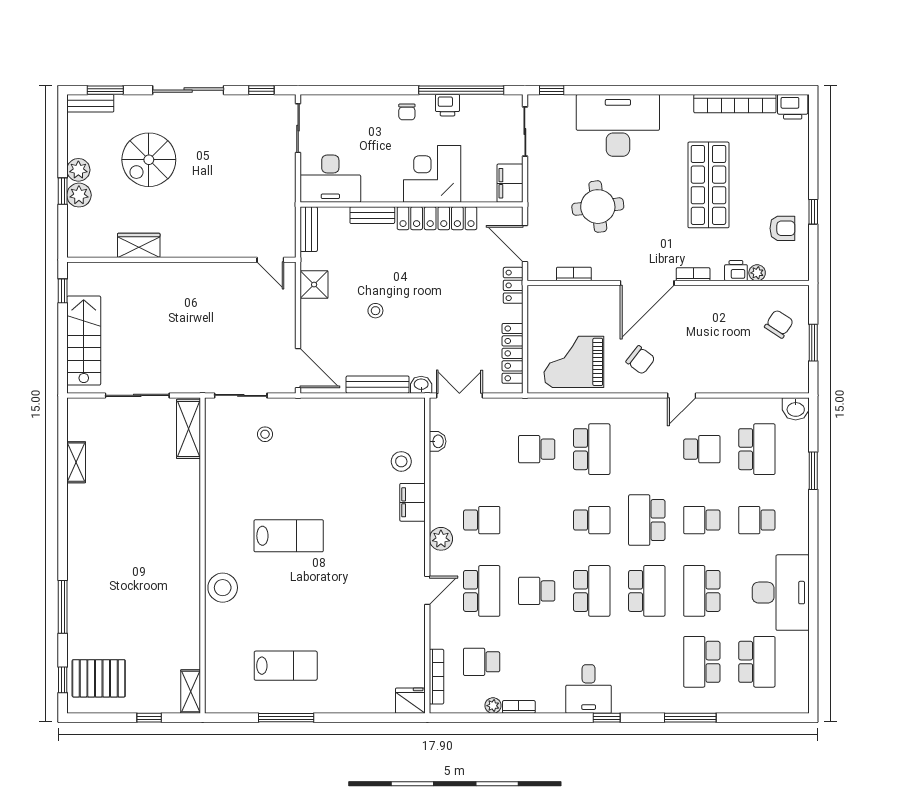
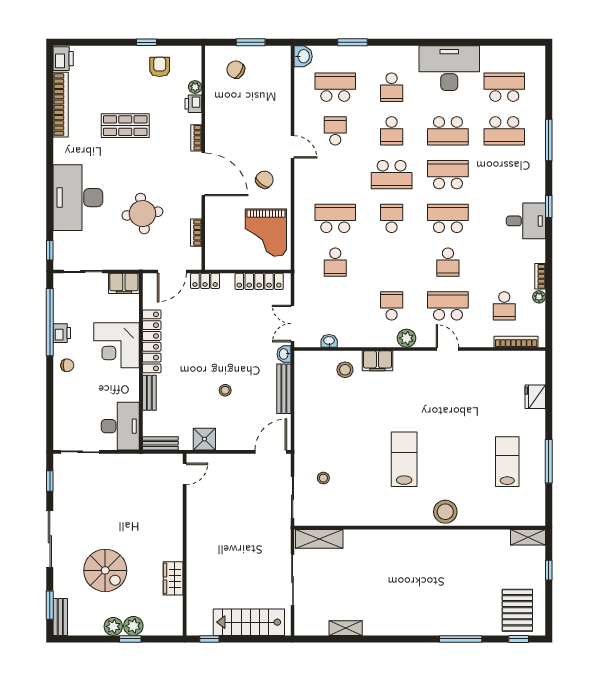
shop shelf: (708, 185) -> (125, 126), width x0.70, depth x0.74
fridge: (410, 701) -> (535, 397), moved

